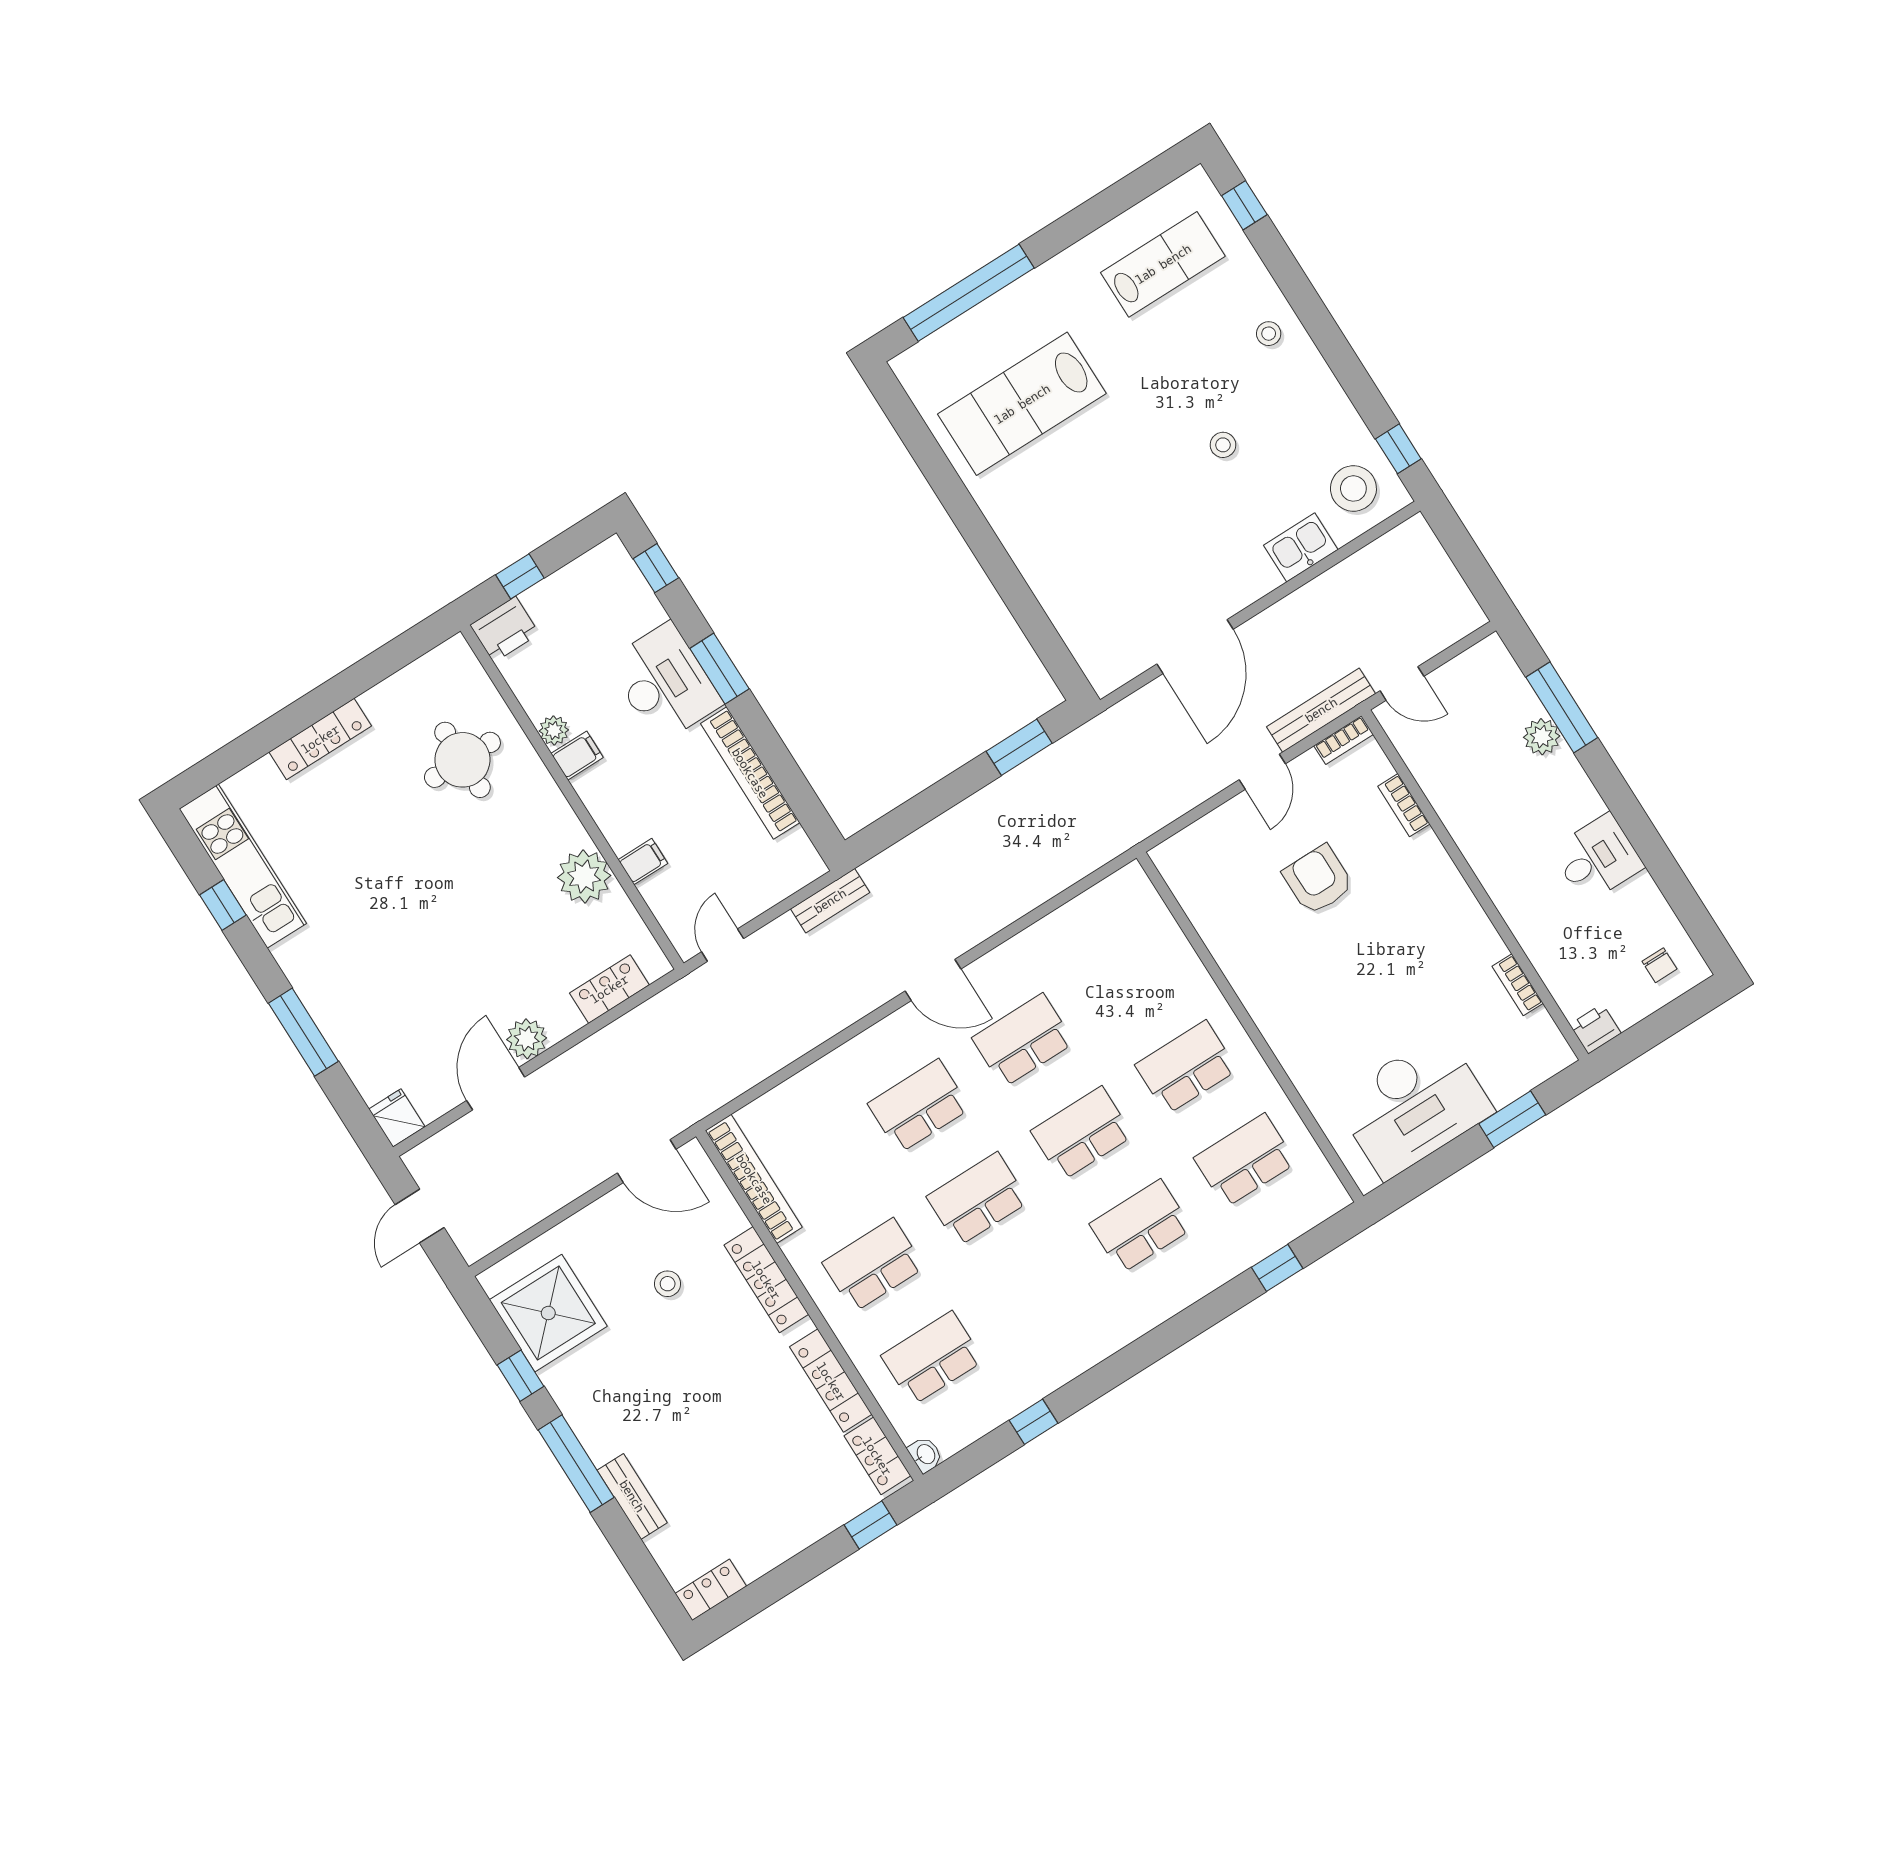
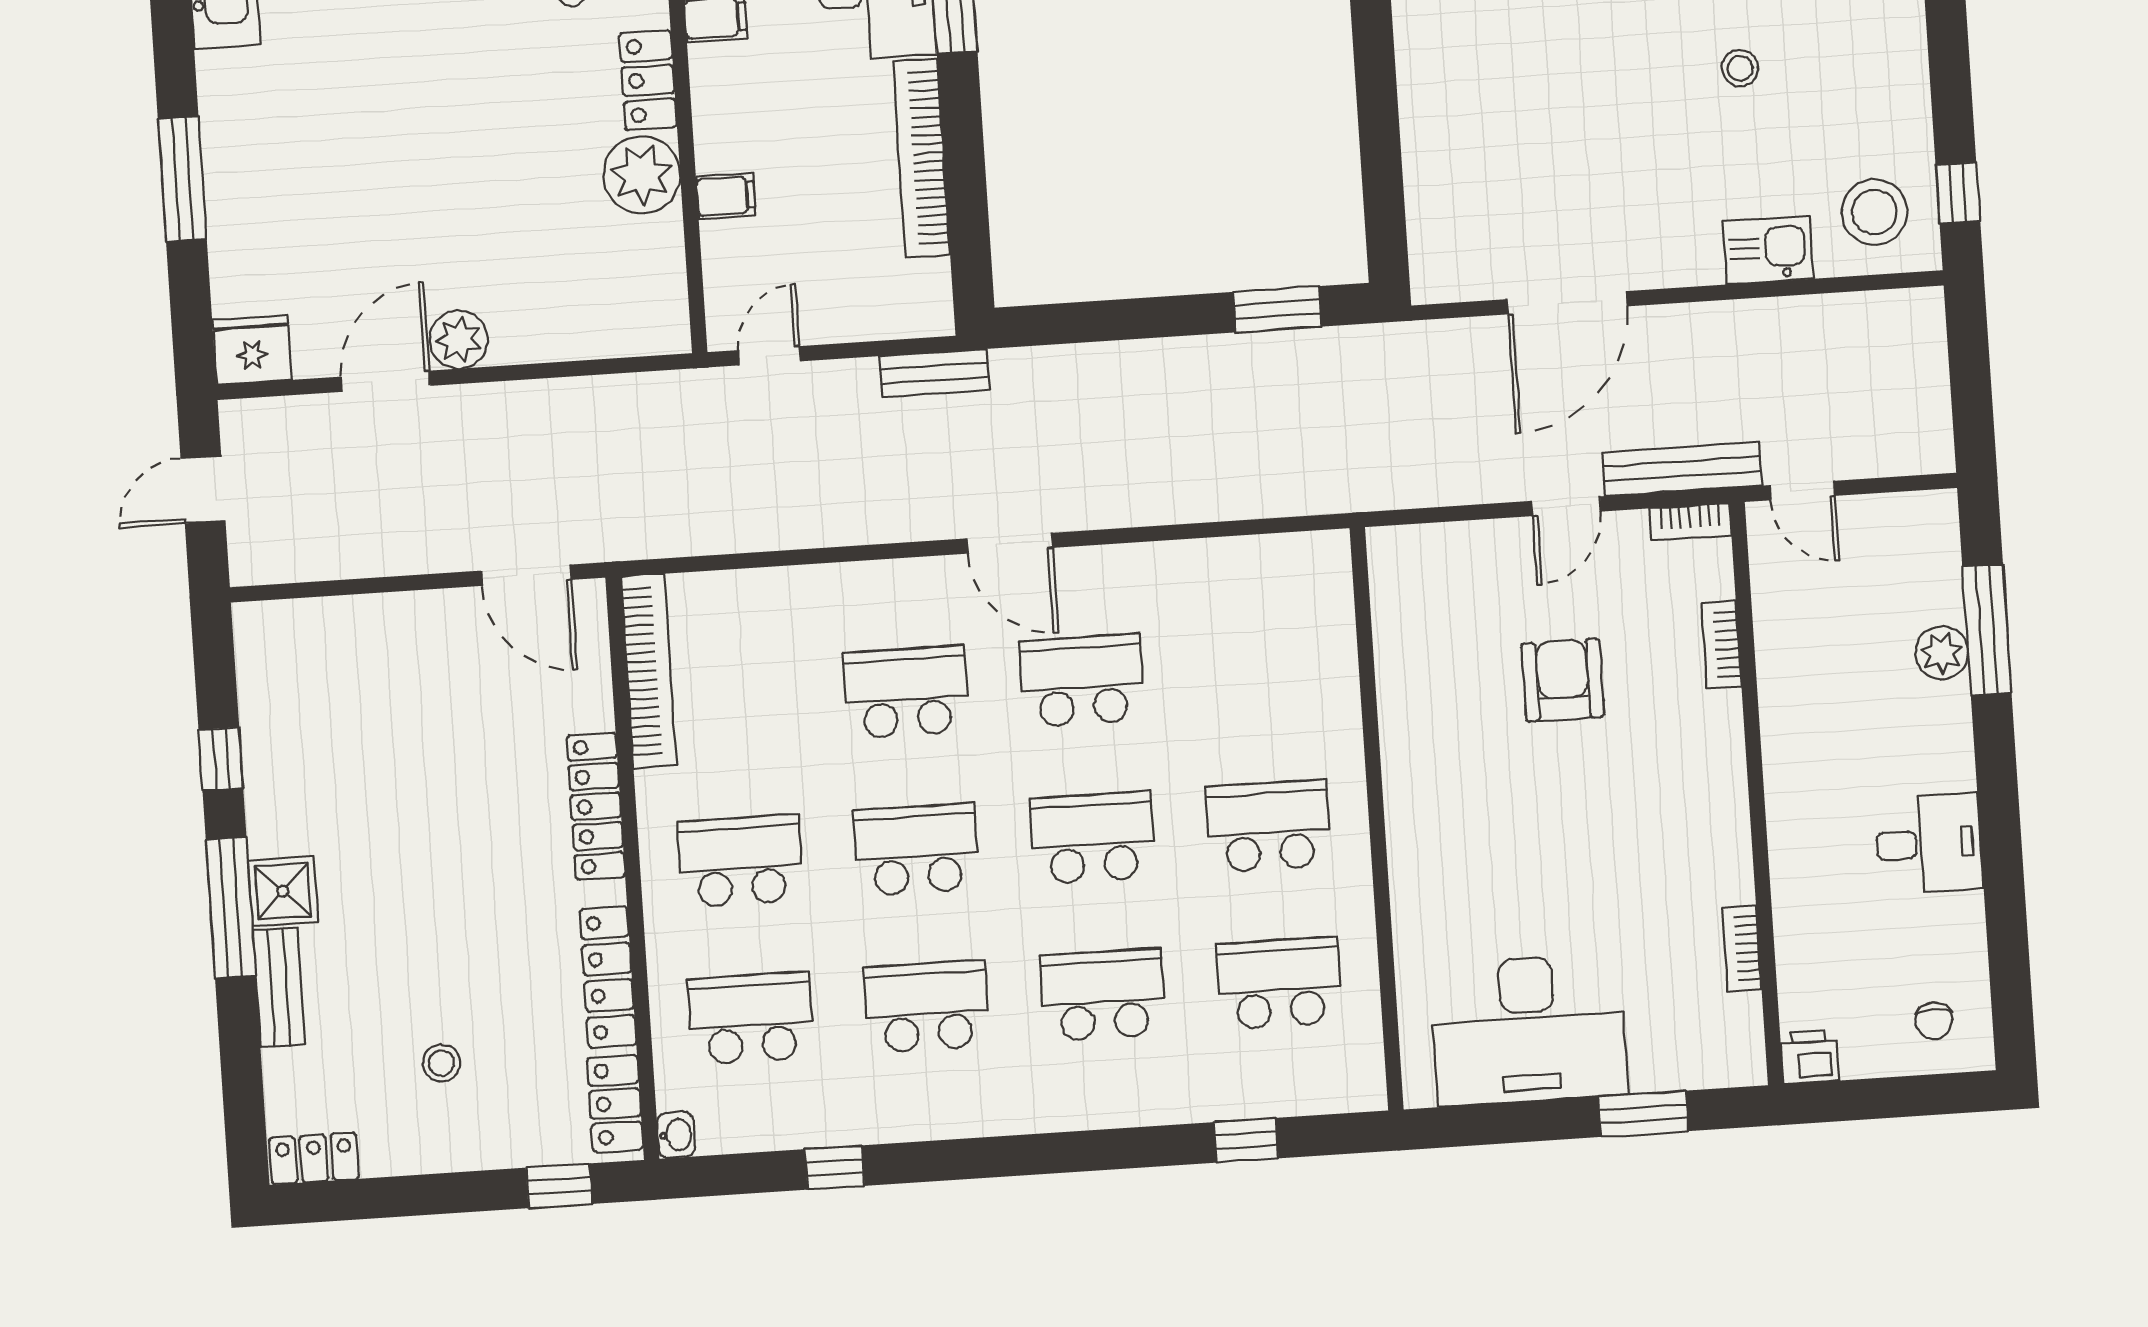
locker: (609, 989) -> (648, 80), moved, turned -90
fridge: (397, 1118) -> (252, 350), width x1.38
stool: (668, 1284) -> (441, 1063), moved
school desk: (1036, 1292) -> (927, 1007), added
shower: (548, 1313) -> (283, 891), moved, width x0.54, depth x0.54

